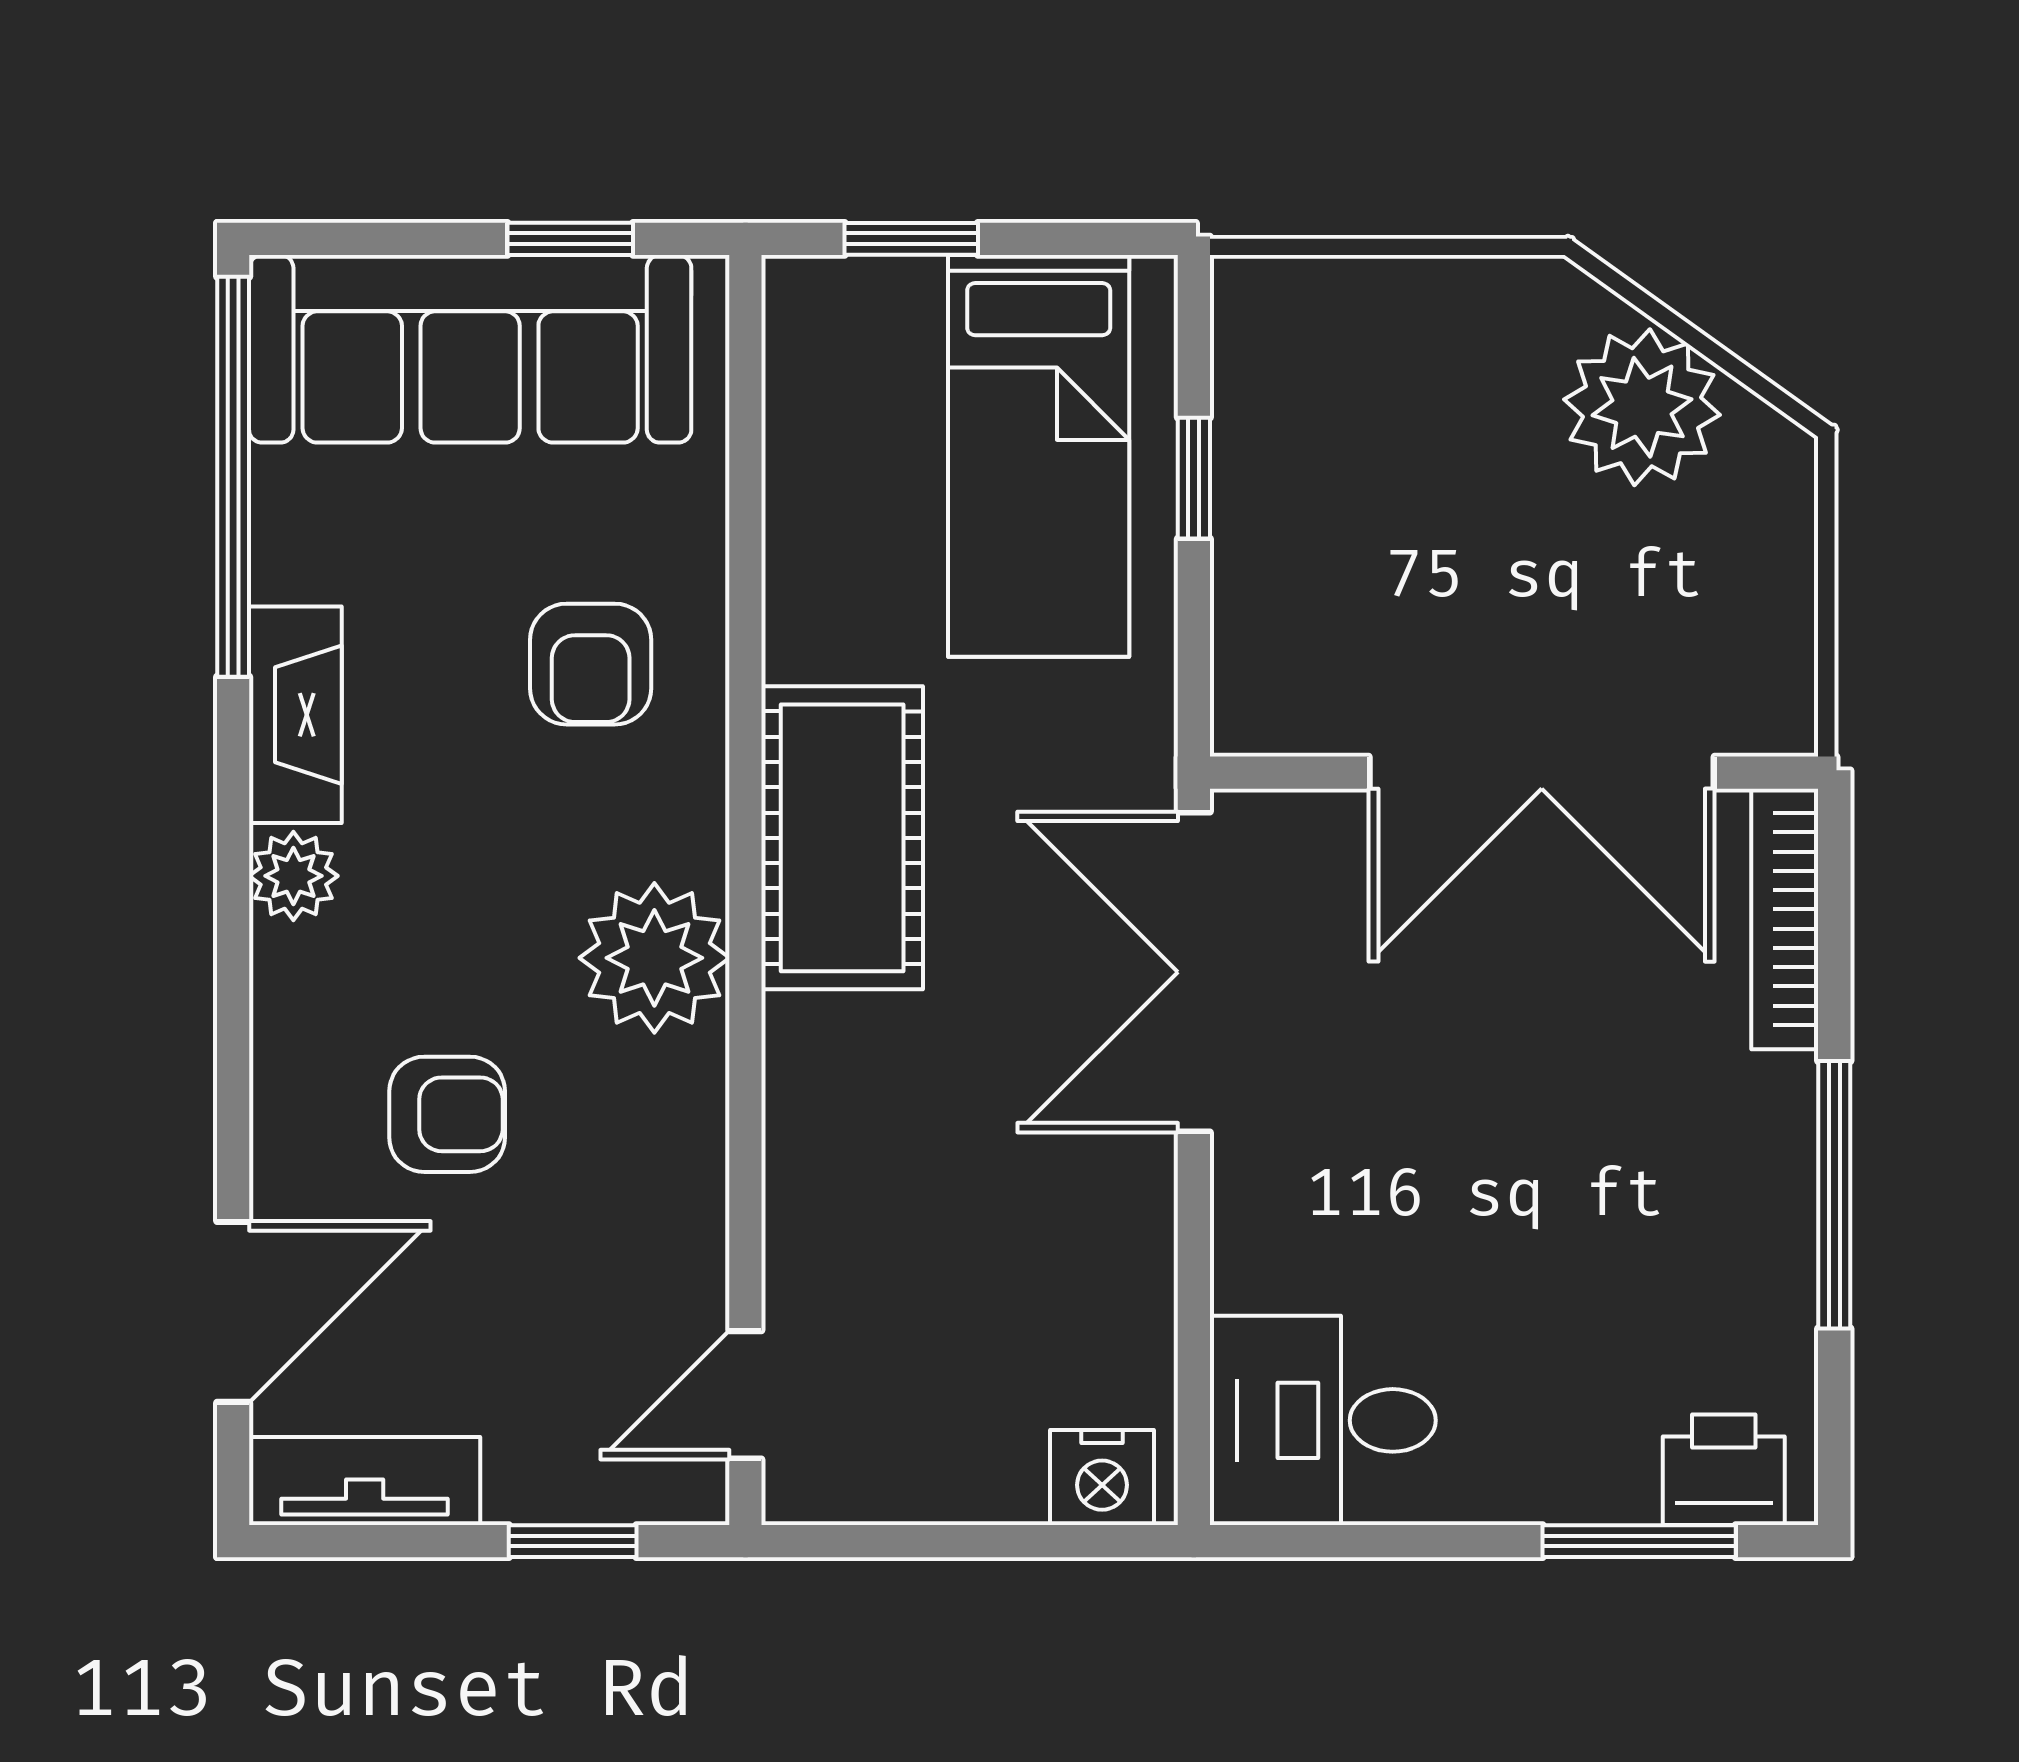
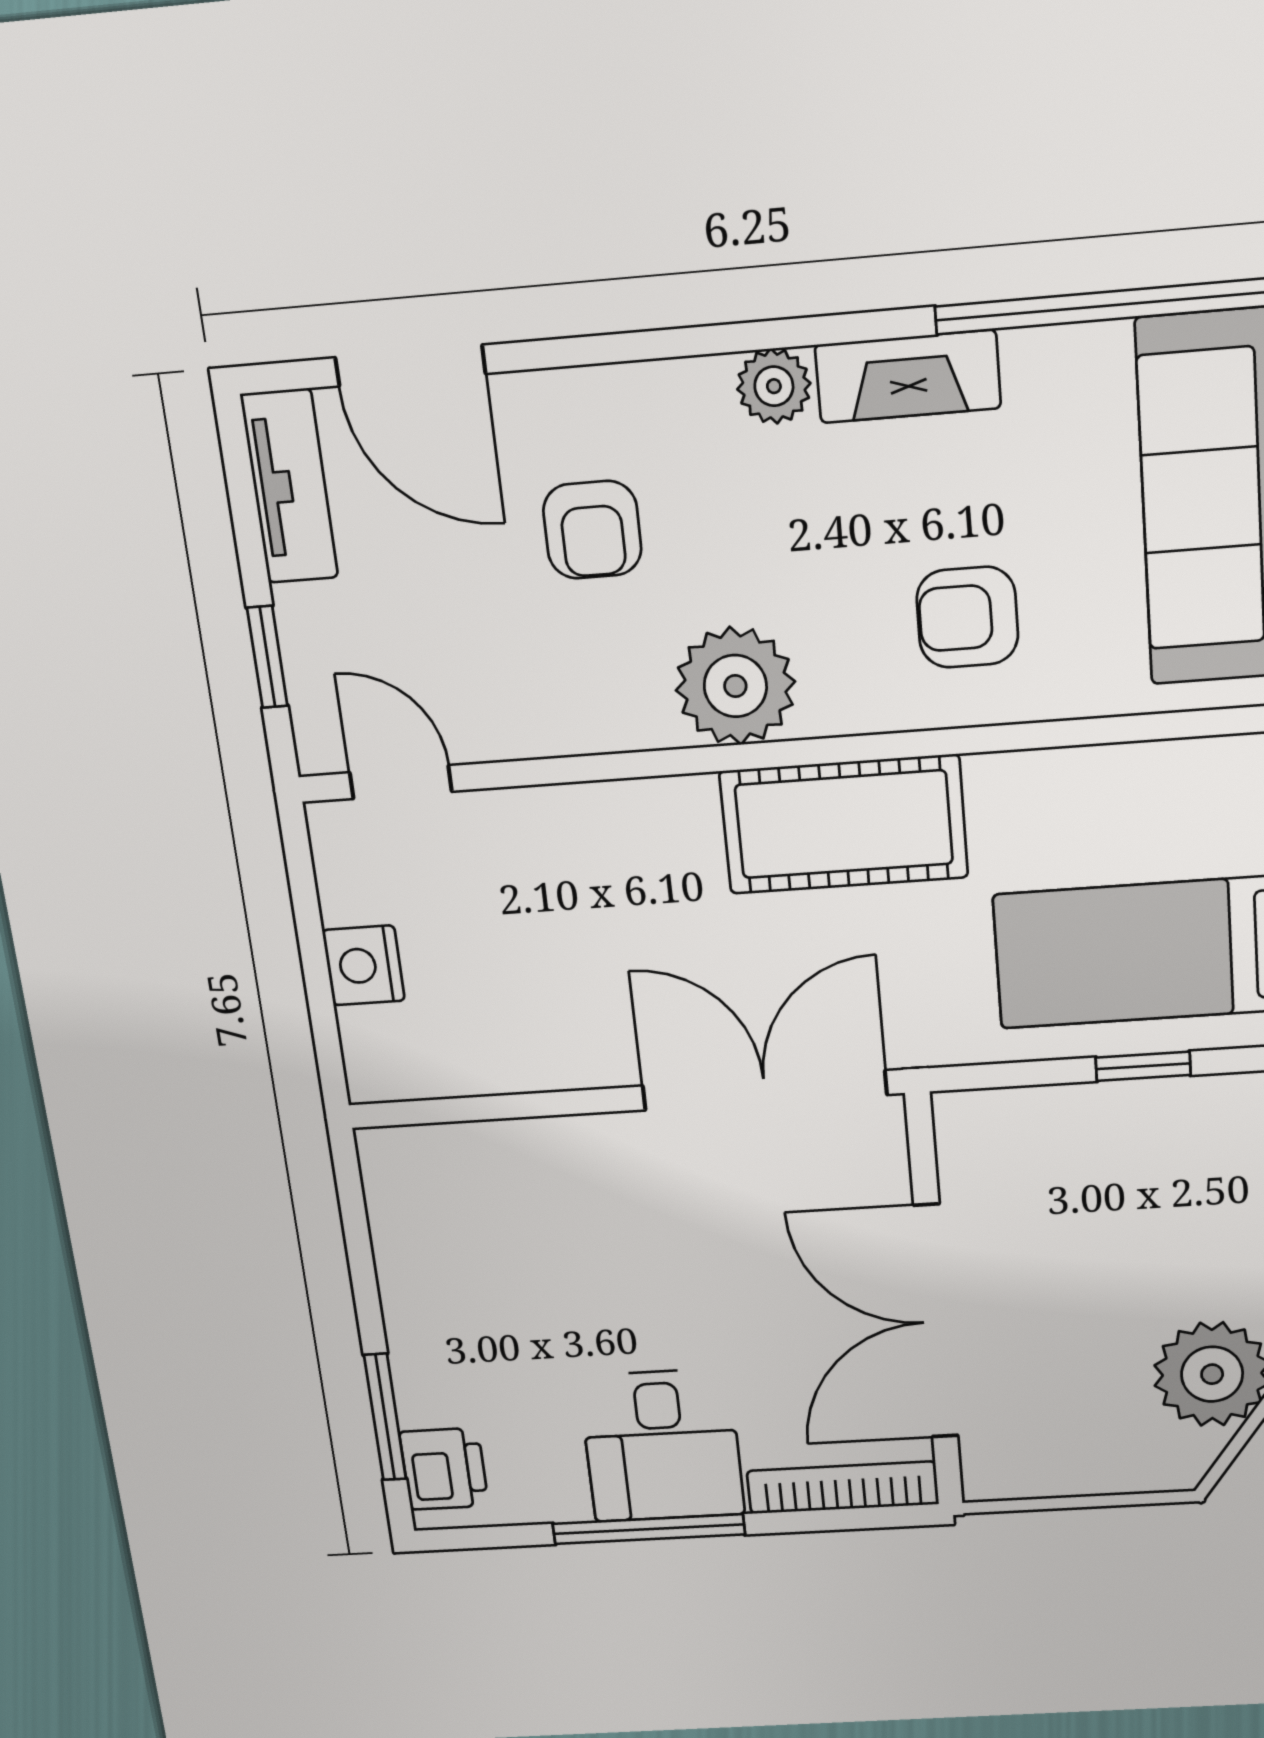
desk: (1323, 1420) -> (662, 1445), moved, turned 180
nightstand: (1102, 1477) -> (364, 965), moved

